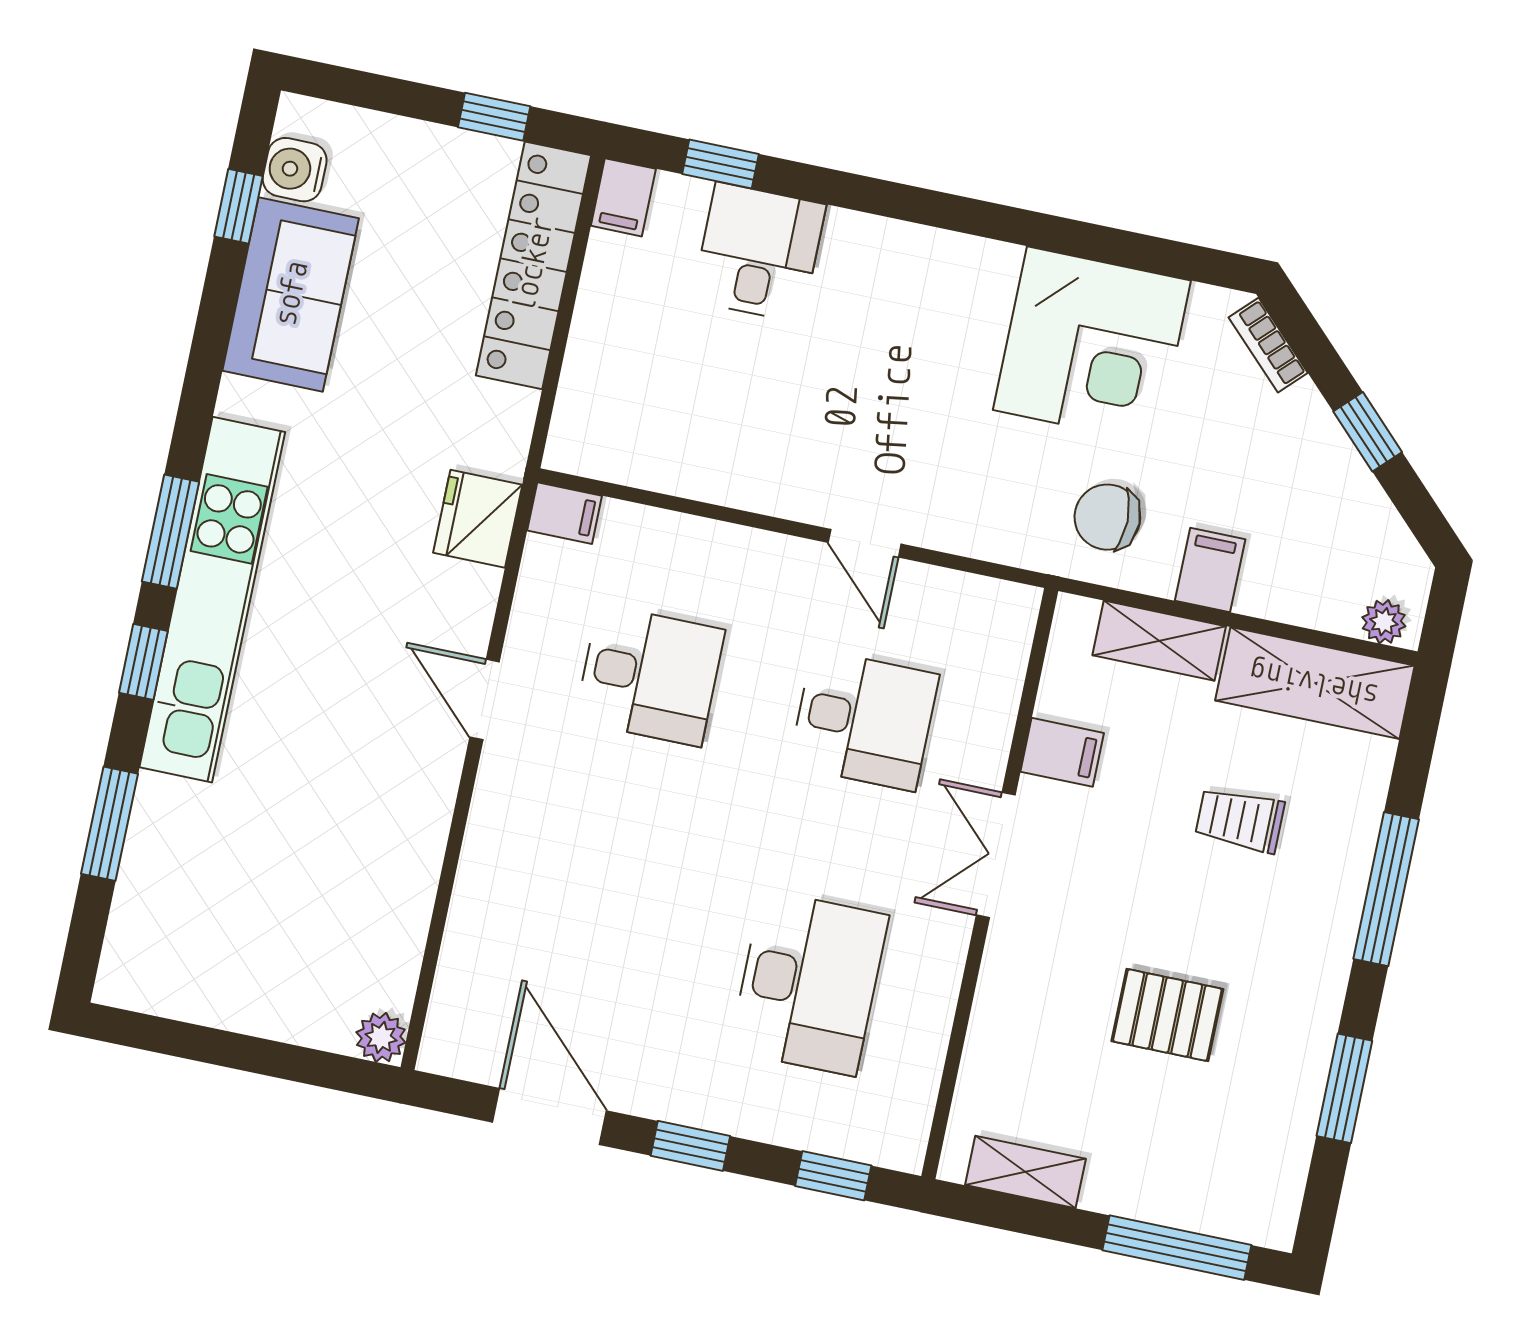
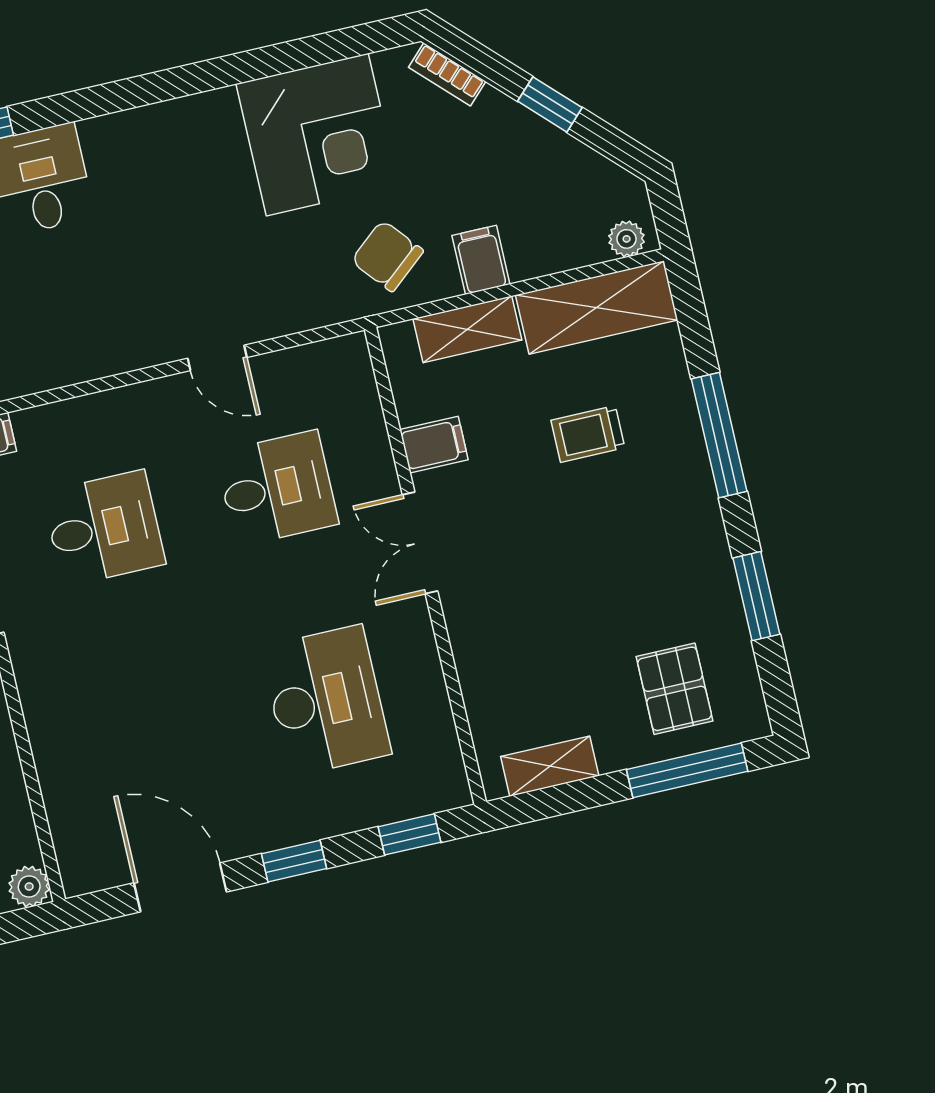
chair: (1107, 517) -> (387, 256), turned 50
pallet: (1167, 1015) -> (675, 689), moved, turned 90

